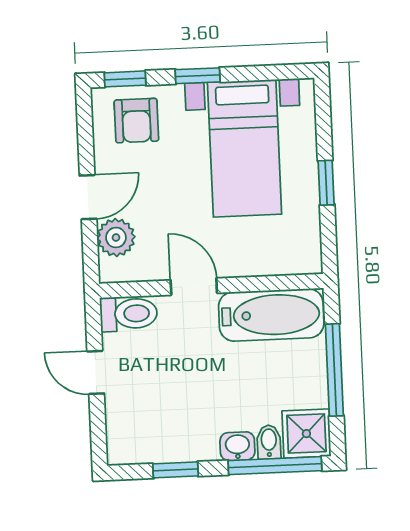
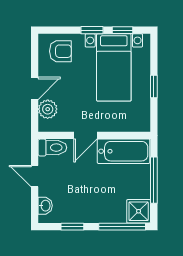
window: (125, 79) -> (122, 30), moved
armchair: (136, 121) -> (60, 51), turned -90
door: (194, 287) -> (86, 135), swing flipped
bidet: (269, 442) -> (120, 215), removed
washbasin: (237, 446) -> (45, 206), moved, turned 90

